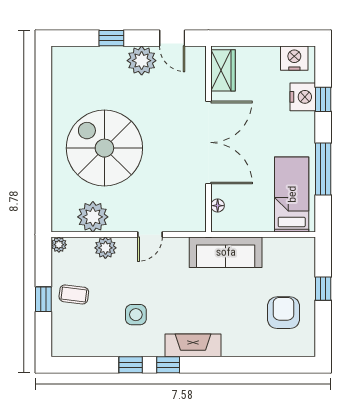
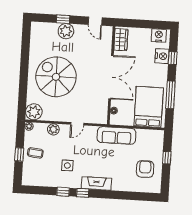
plant: (142, 61) -> (66, 31), moved
bed: (292, 194) -> (149, 107), width x1.50
plant: (93, 217) -> (34, 112), moved

